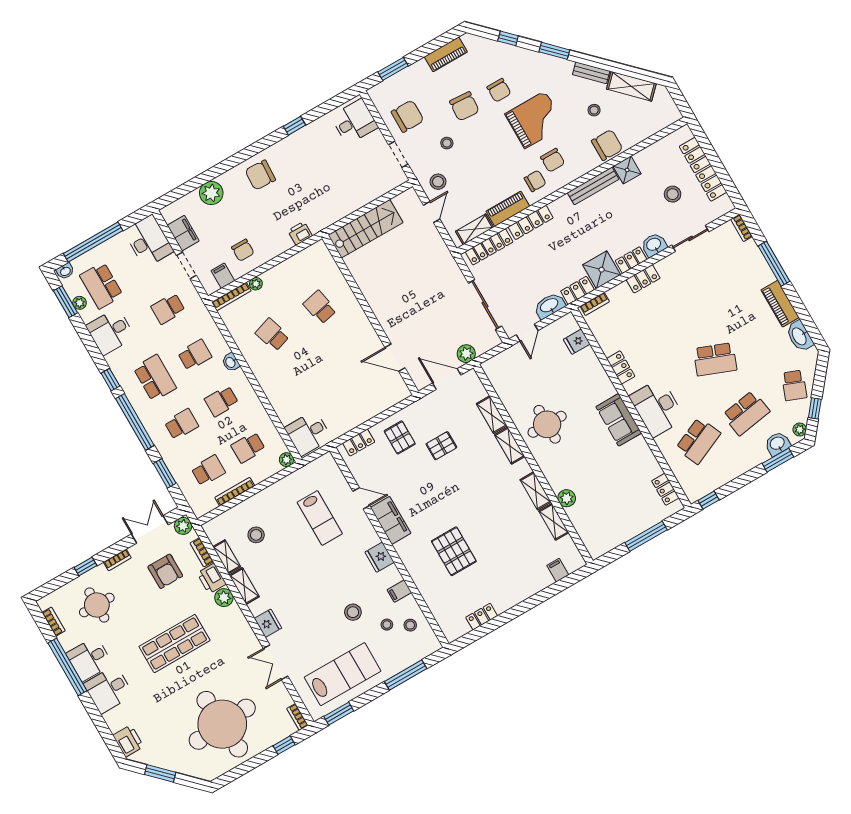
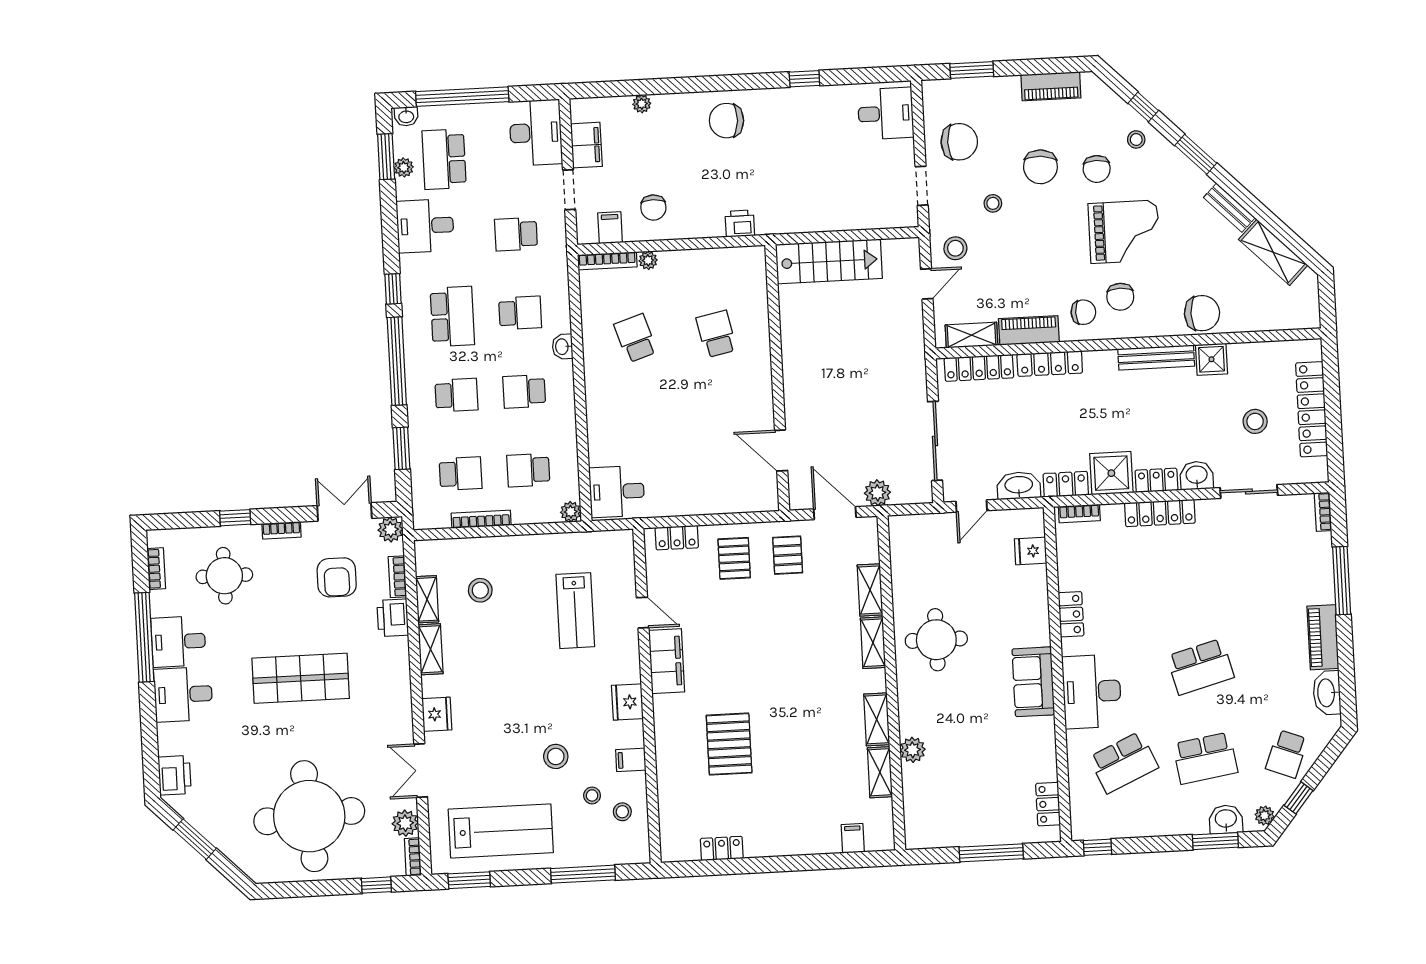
stool: (594, 110) -> (1136, 139), moved
plant: (211, 193) -> (642, 104), width x0.53, depth x0.53
locker: (643, 279) -> (1160, 513), width x1.53
school desk: (715, 359) -> (1200, 667), turned -36
pallet: (441, 446) -> (788, 555), moved, turned 90
plant: (224, 598) -> (405, 823), moved

